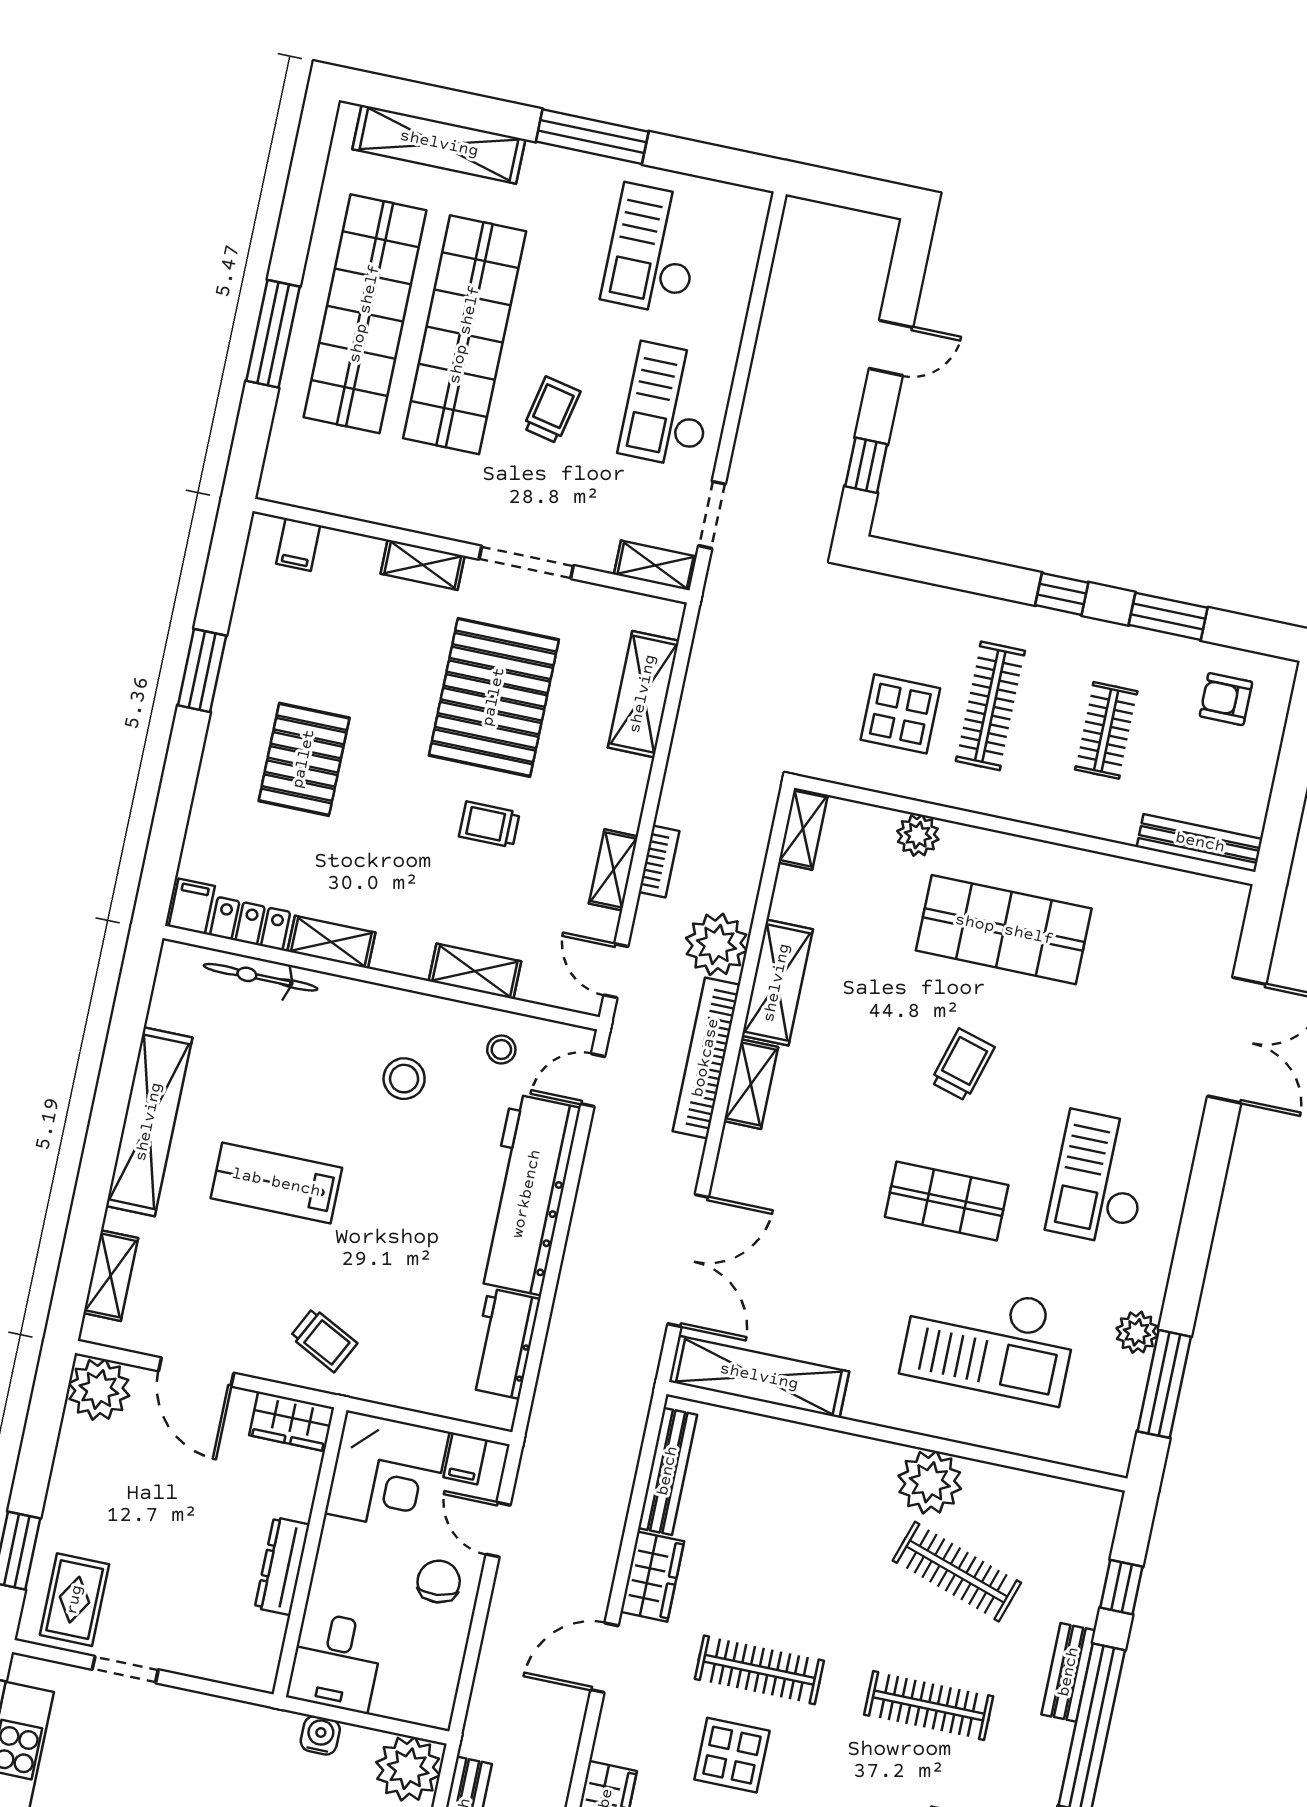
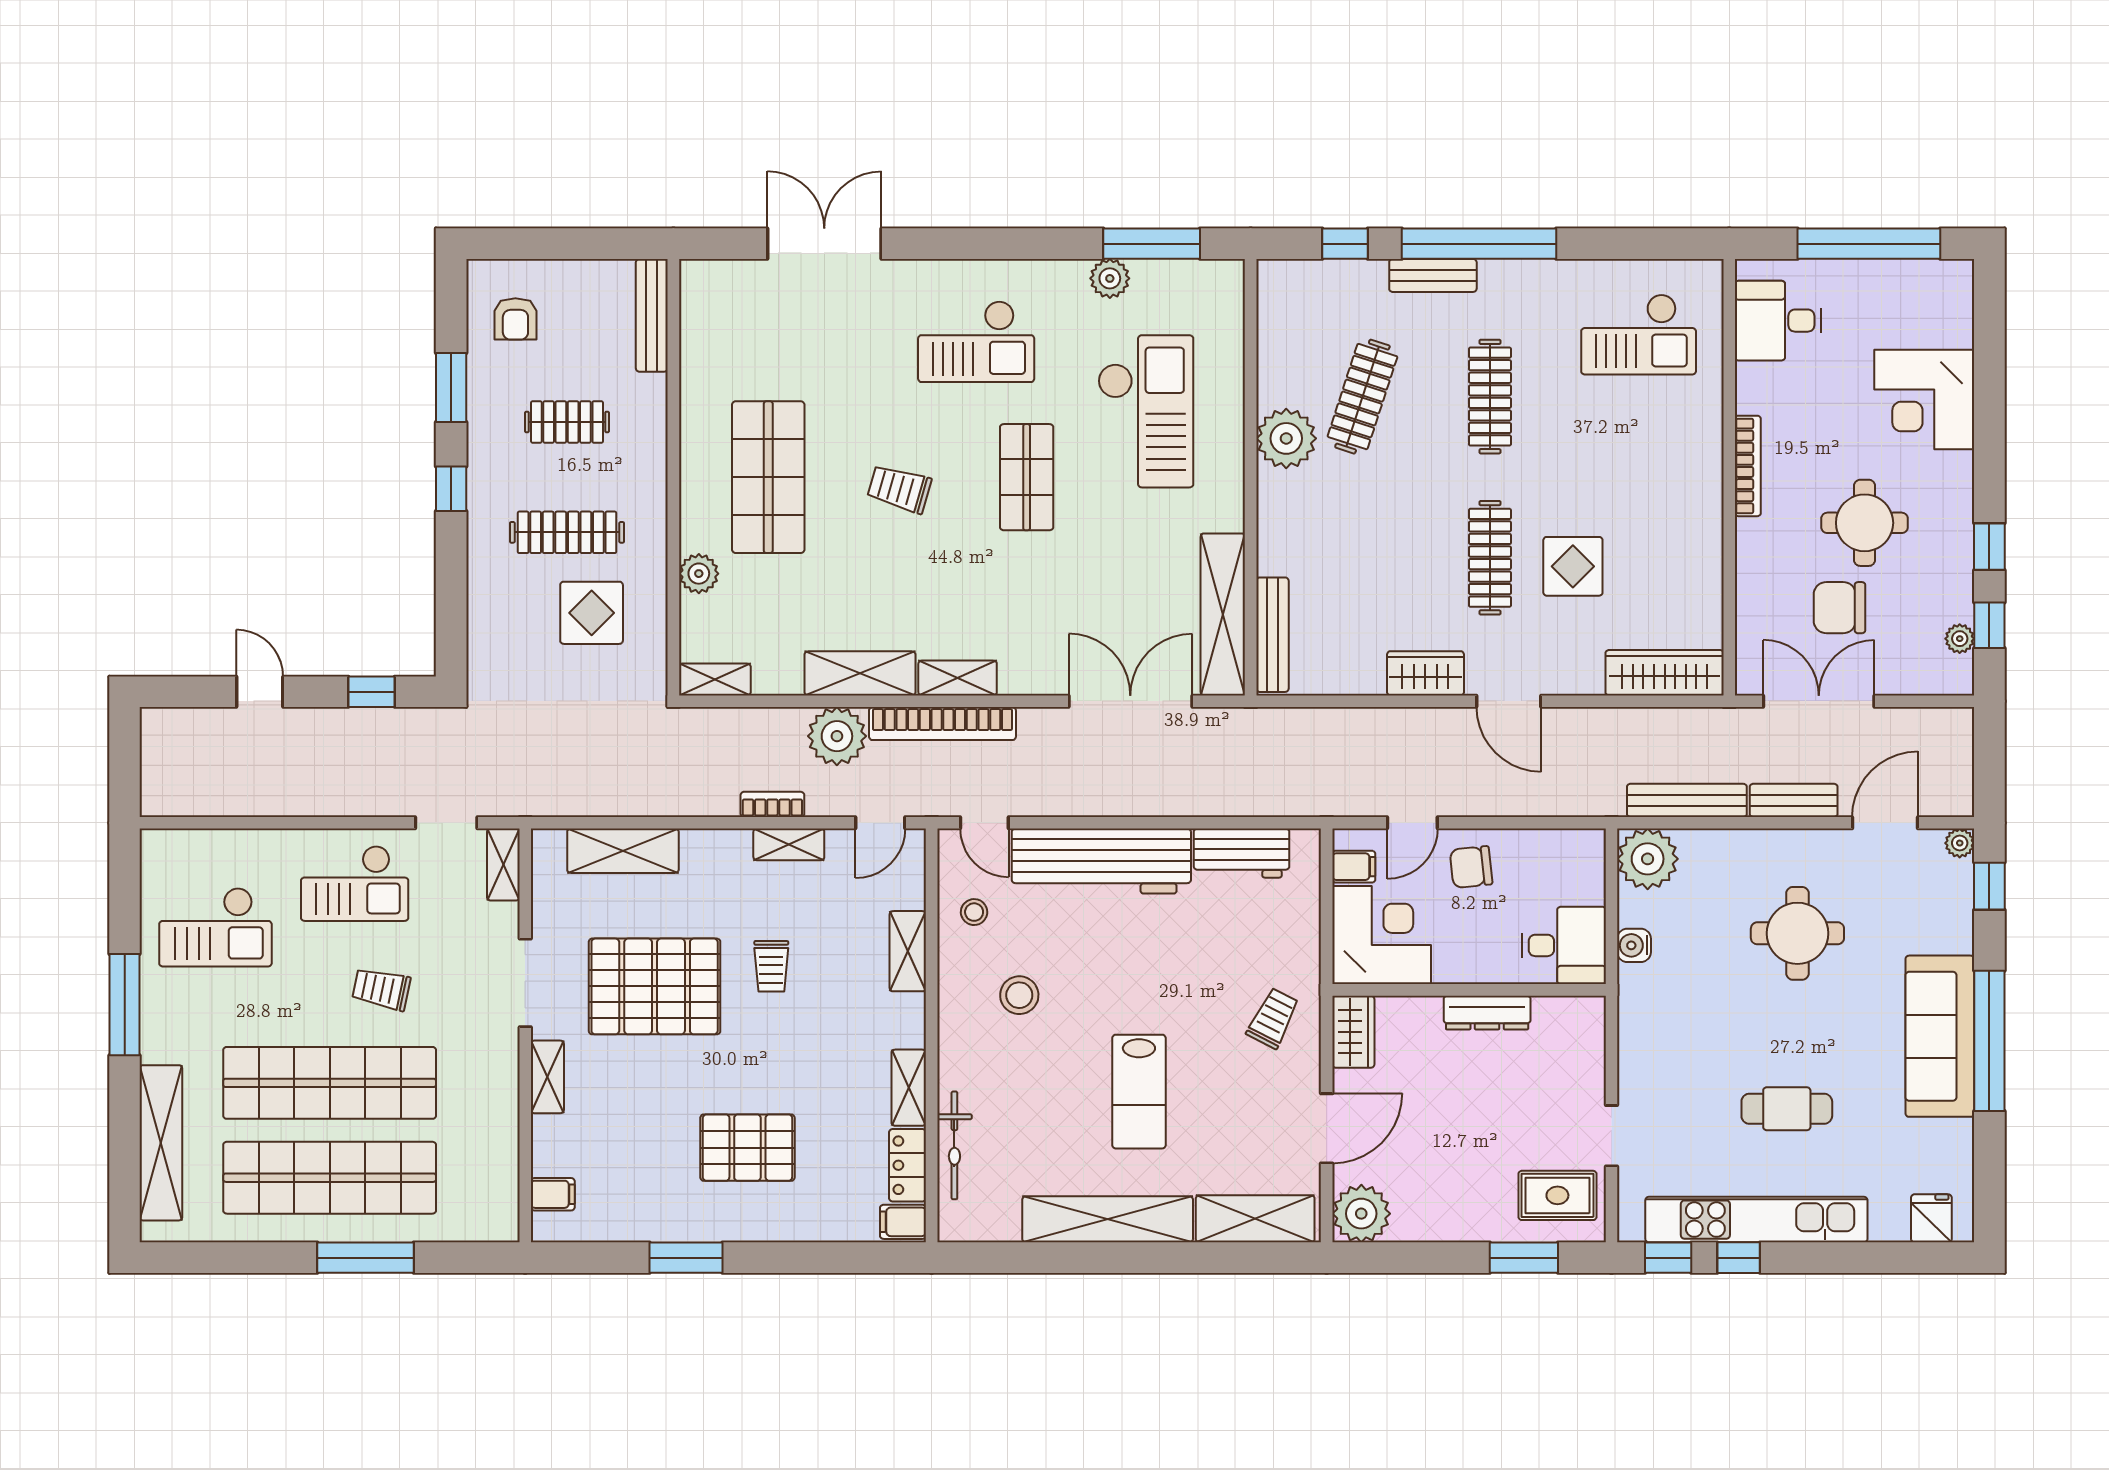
shelving: (111, 1276) -> (1255, 1219), width x1.50, depth x1.33
bench: (668, 1471) -> (1272, 635), moved, turned 90

